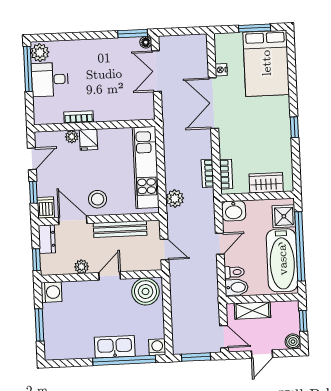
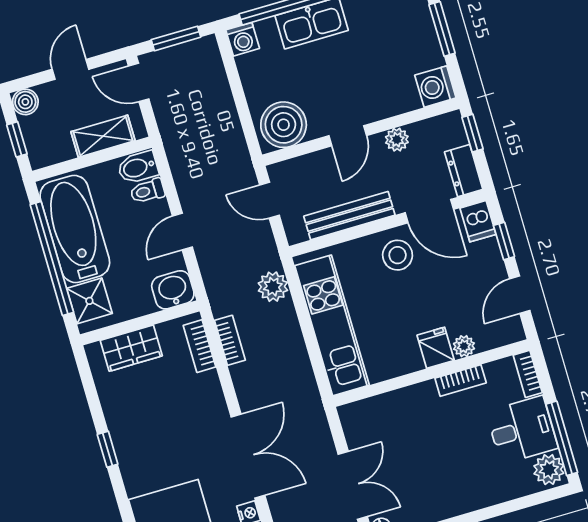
bookcase: (39, 111) -> (528, 374), added

